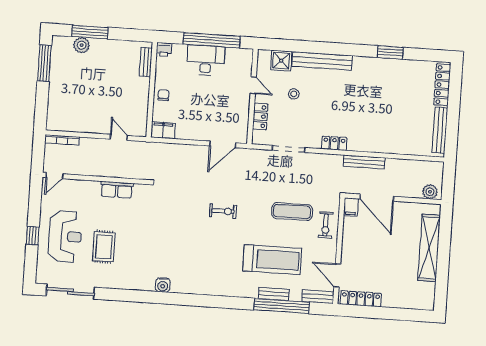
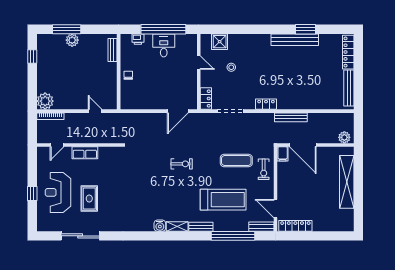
plant: (82, 45) -> (72, 40), moved
printer: (164, 49) -> (138, 39), moved
desk: (206, 60) -> (164, 45), width x0.73
bench: (322, 61) -> (295, 40), moved
window: (44, 63) -> (32, 56), width x0.46
locker: (260, 116) -> (206, 98), moved
plant: (57, 120) -> (45, 101), added
filing cabinet: (163, 130) -> (130, 103), removed
door: (55, 176) -> (57, 145), moved
row of seats: (117, 190) -> (85, 153), moved
reception desk: (65, 236) -> (58, 192), turned 180
water cooler: (163, 285) -> (160, 226), moved
shelving: (212, 289) -> (177, 226), added
sliding door: (70, 292) -> (80, 236), moved
bench: (274, 294) -> (201, 227), moved

